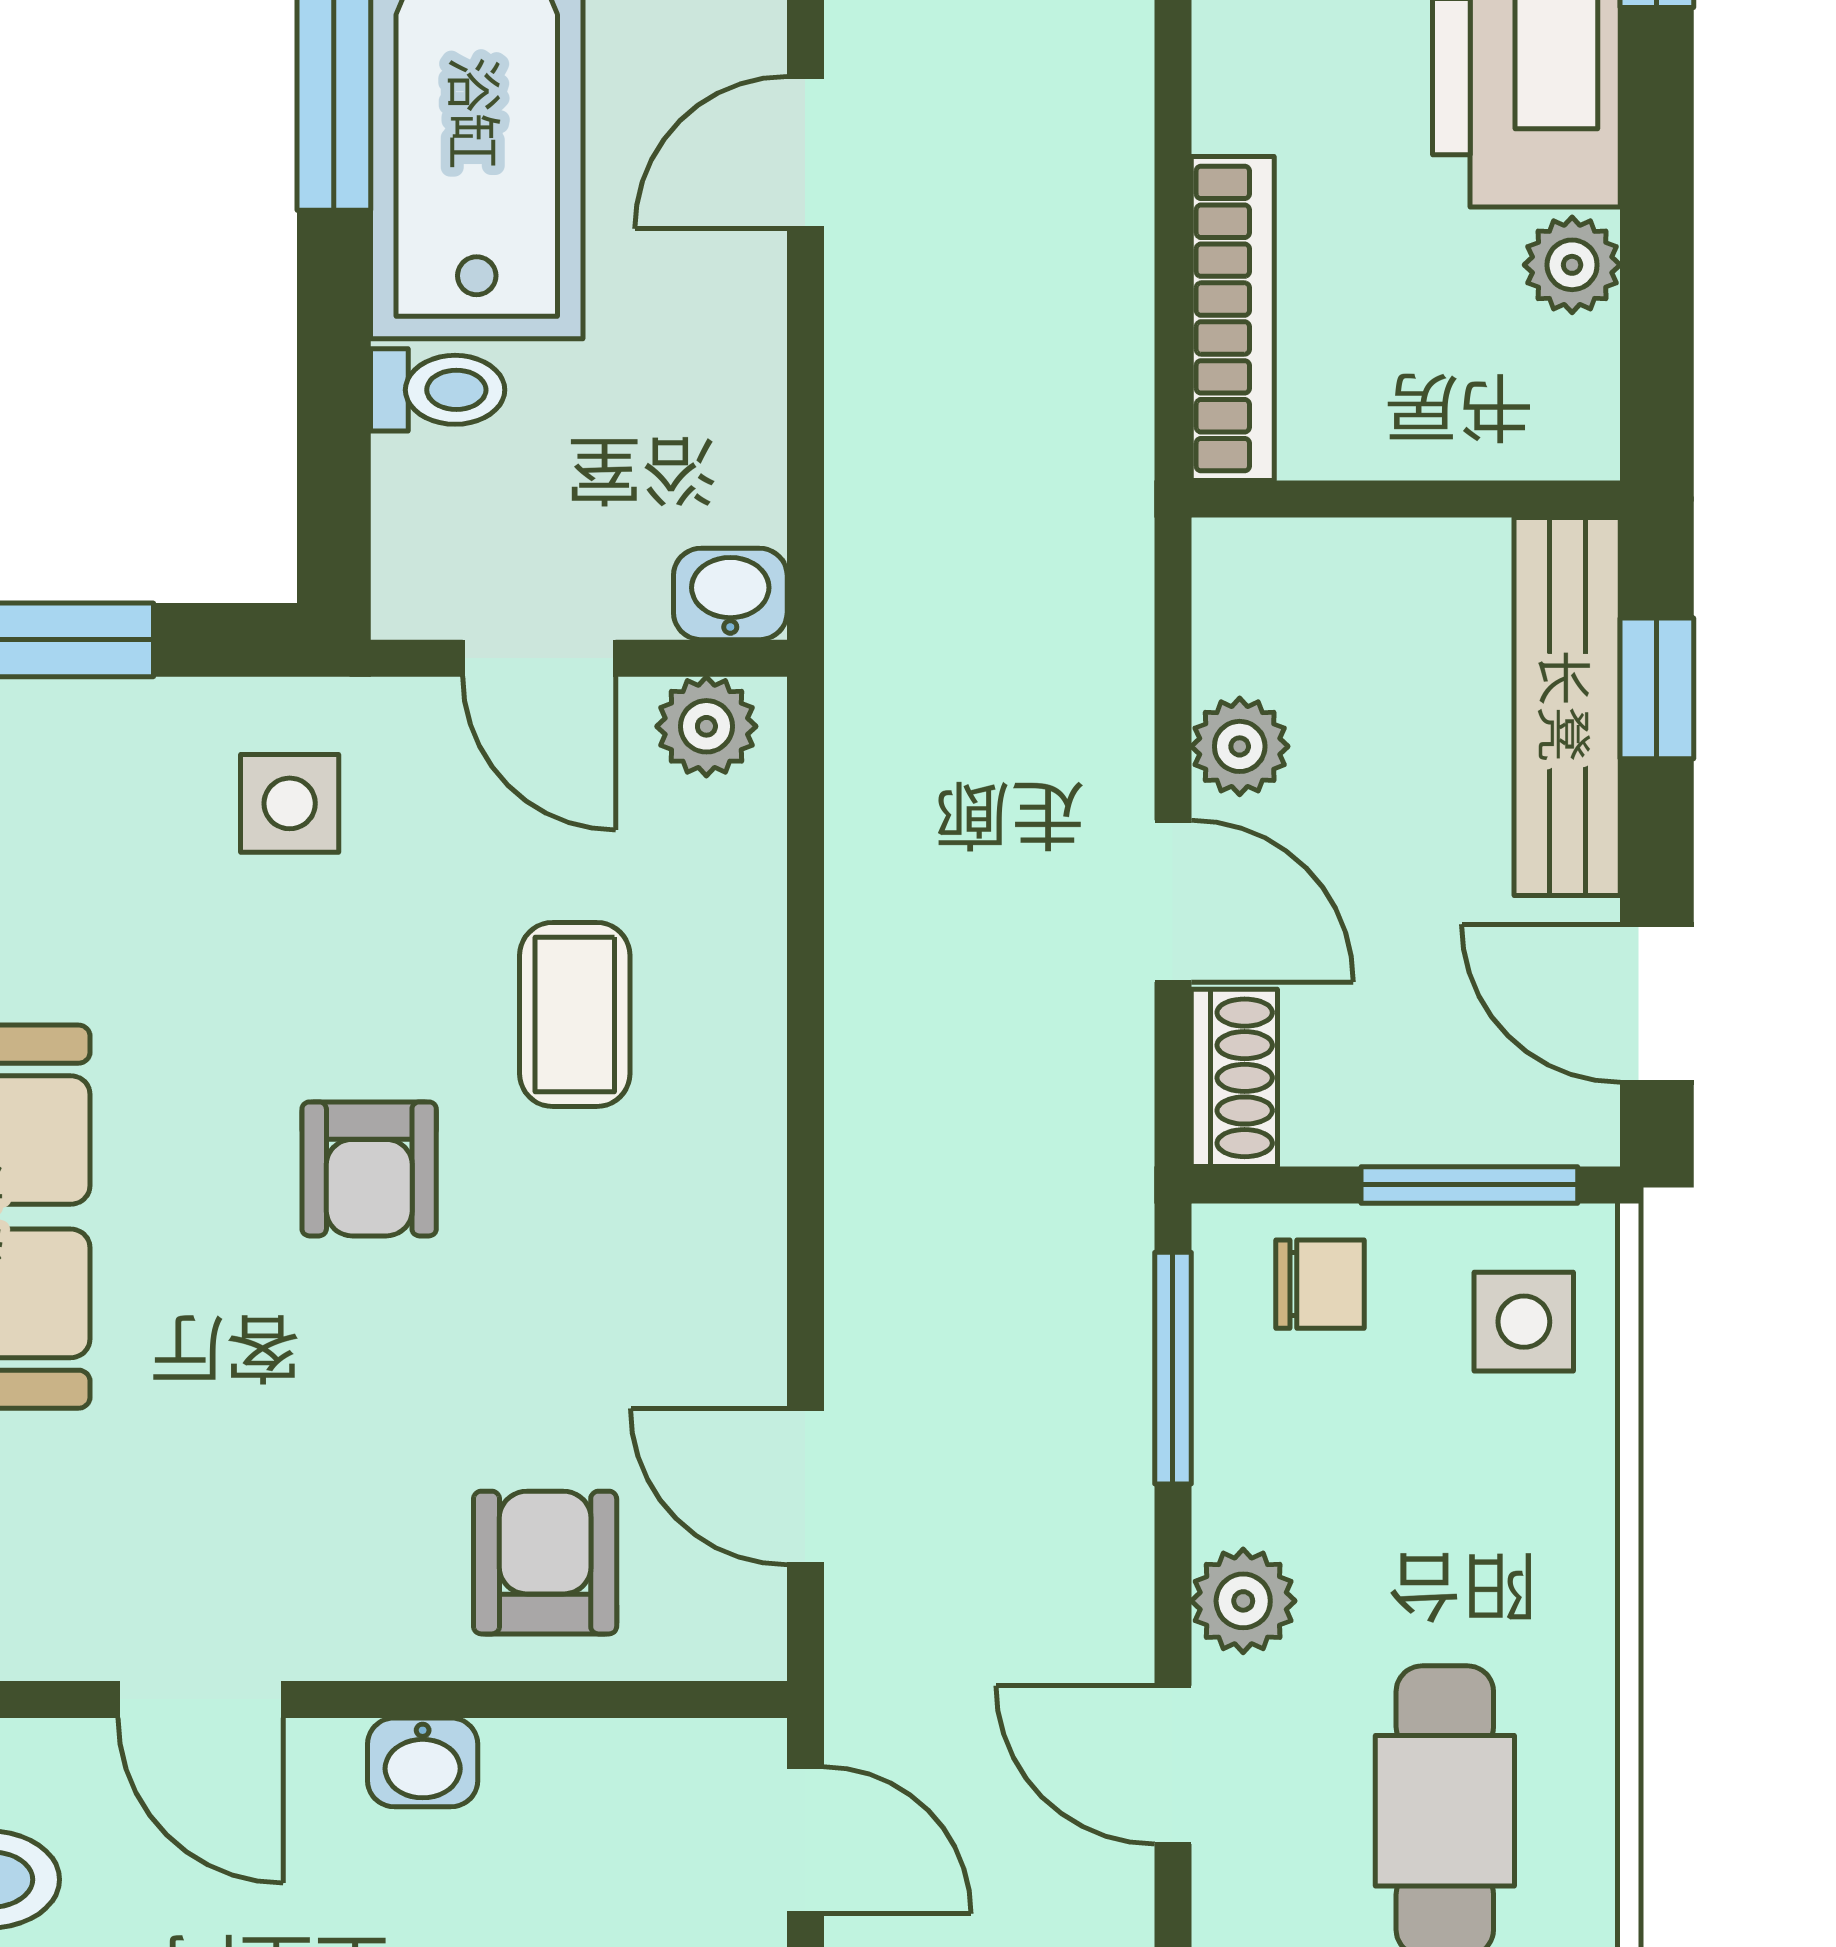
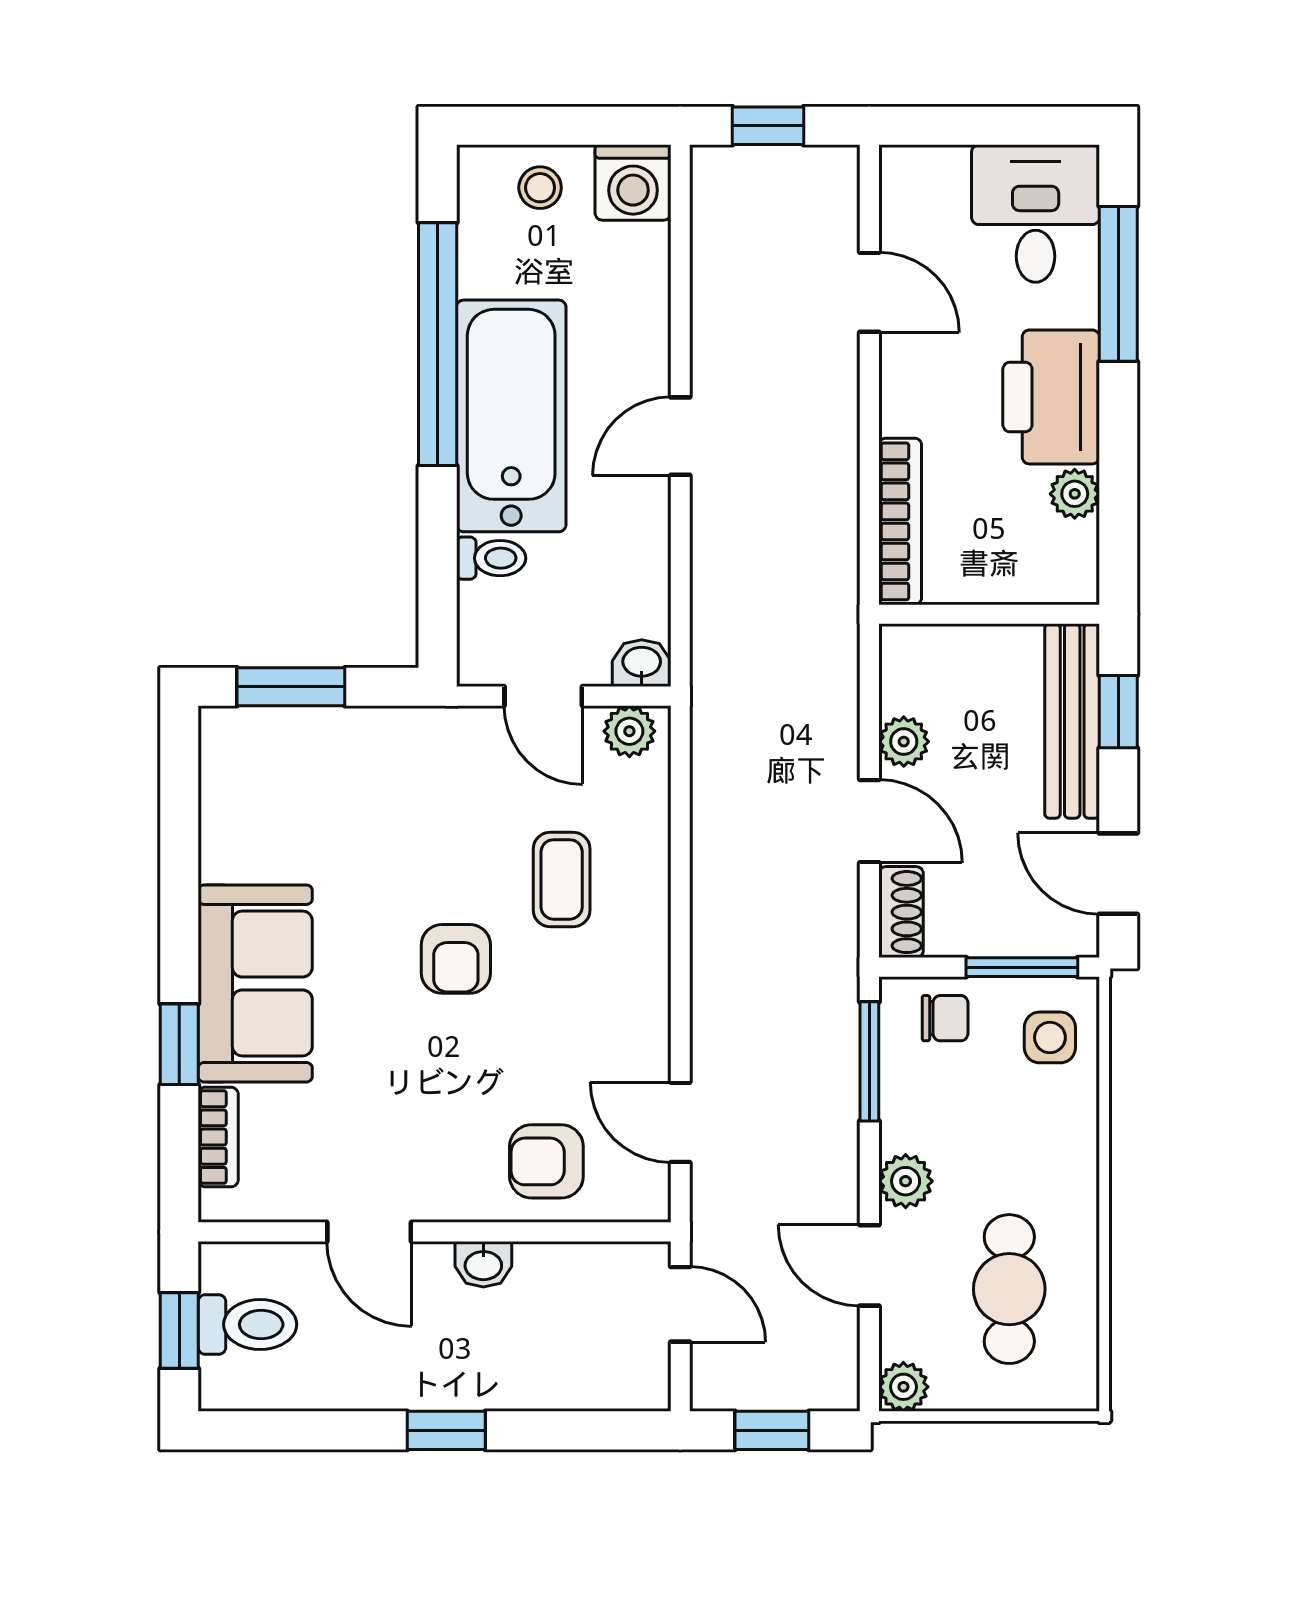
side table: (290, 803) -> (415, 771), removed
armchair: (545, 1563) -> (546, 1161), turned -90

